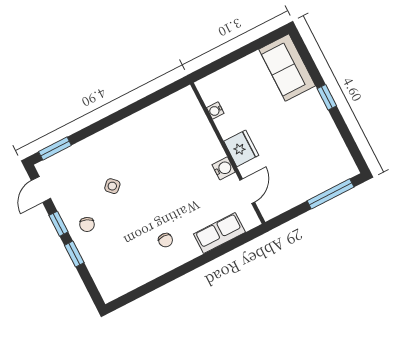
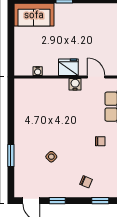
window: (55, 149) -> (11, 156), moved
chair: (87, 225) -> (86, 182), moved
window: (74, 254) -> (100, 201), moved

